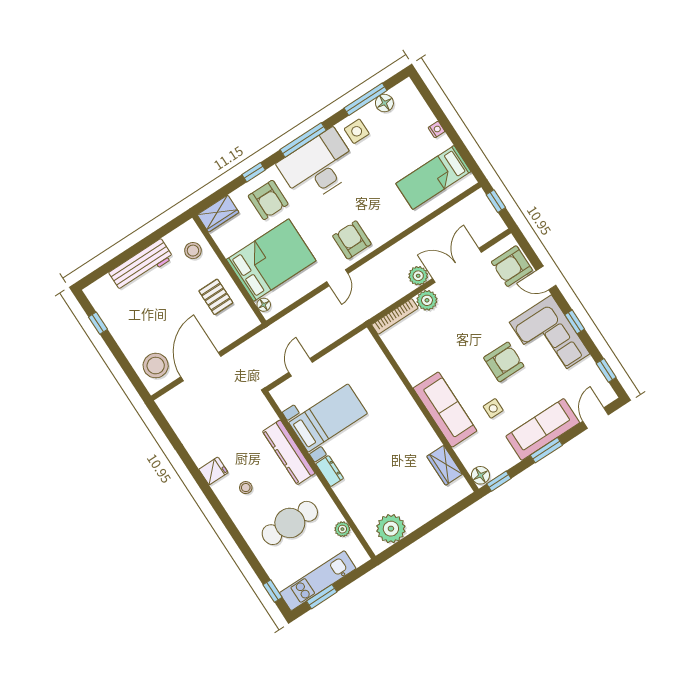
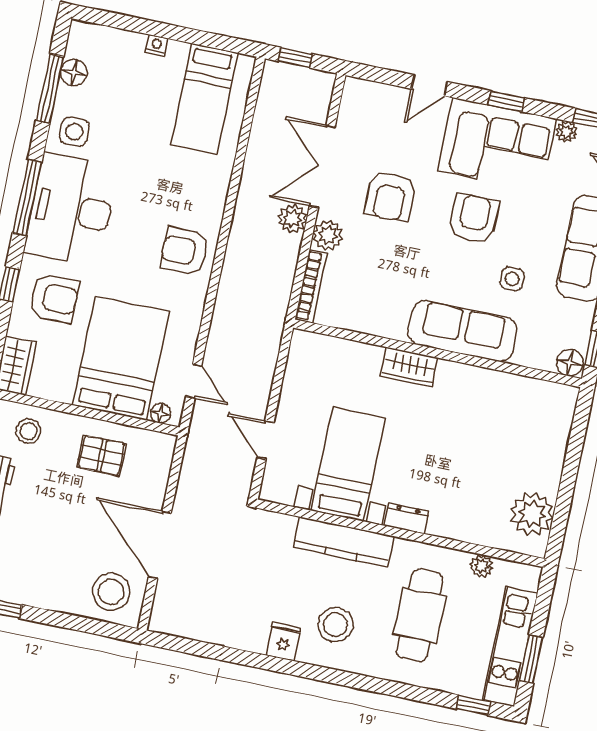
armchair: (512, 266) -> (390, 196), moved
door: (337, 278) -> (194, 381), moved
plant: (589, 365) -> (567, 132), added
wardrobe: (445, 465) -> (409, 367), moved
stool: (246, 488) -> (335, 625), width x1.89, depth x1.89

